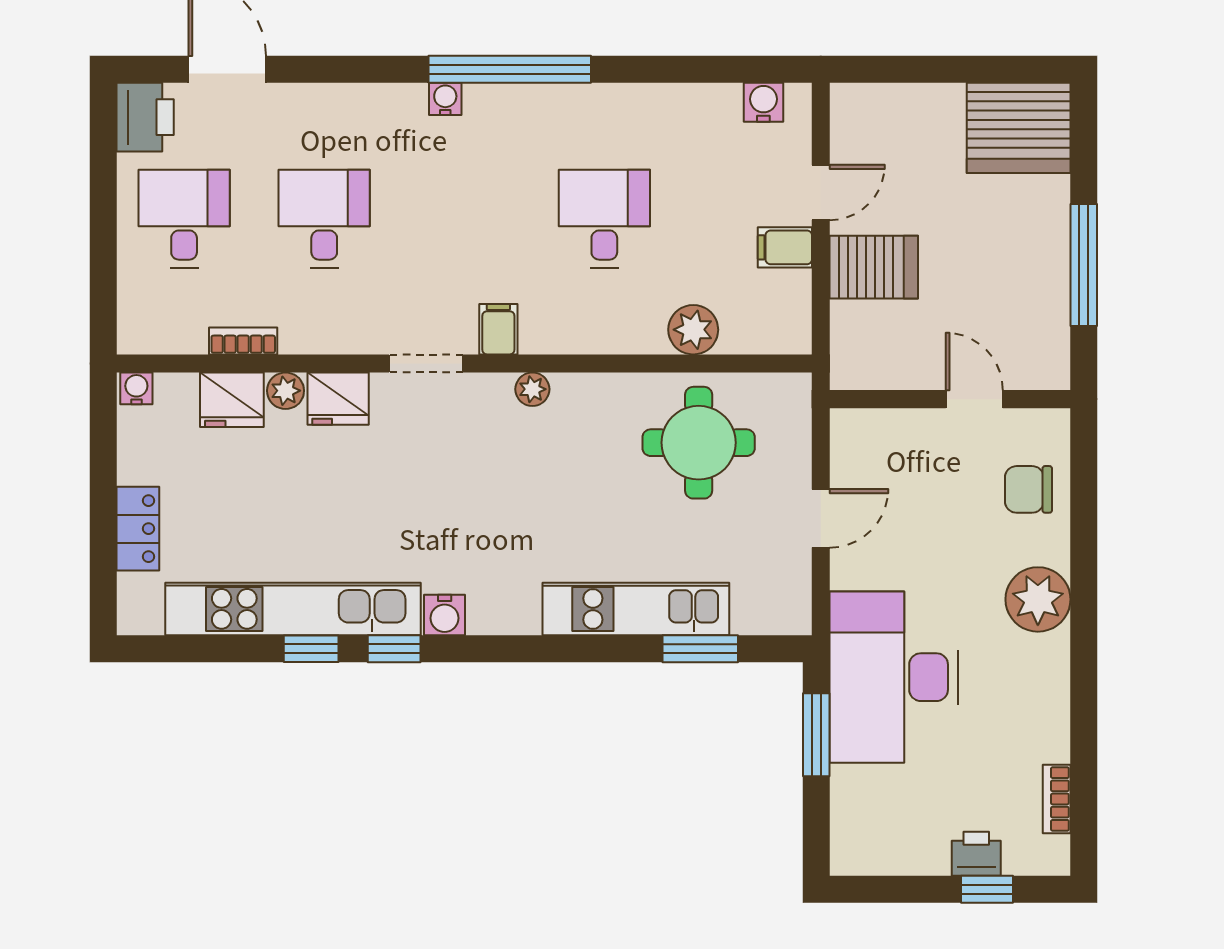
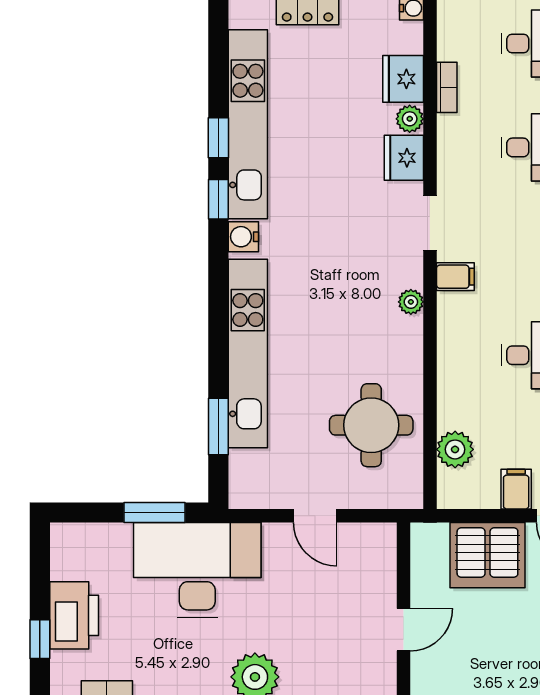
server rack: (874, 267) -> (487, 555), width x1.60
plant: (693, 330) -> (455, 449), moved
chair: (1029, 489) -> (337, 670), removed
kitchen unit: (636, 609) -> (248, 353), width x1.36
printer: (976, 854) -> (74, 615), width x1.87, depth x1.48

